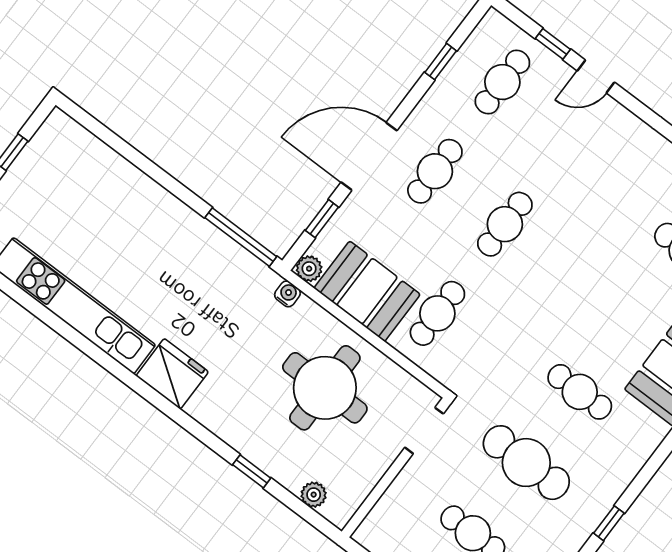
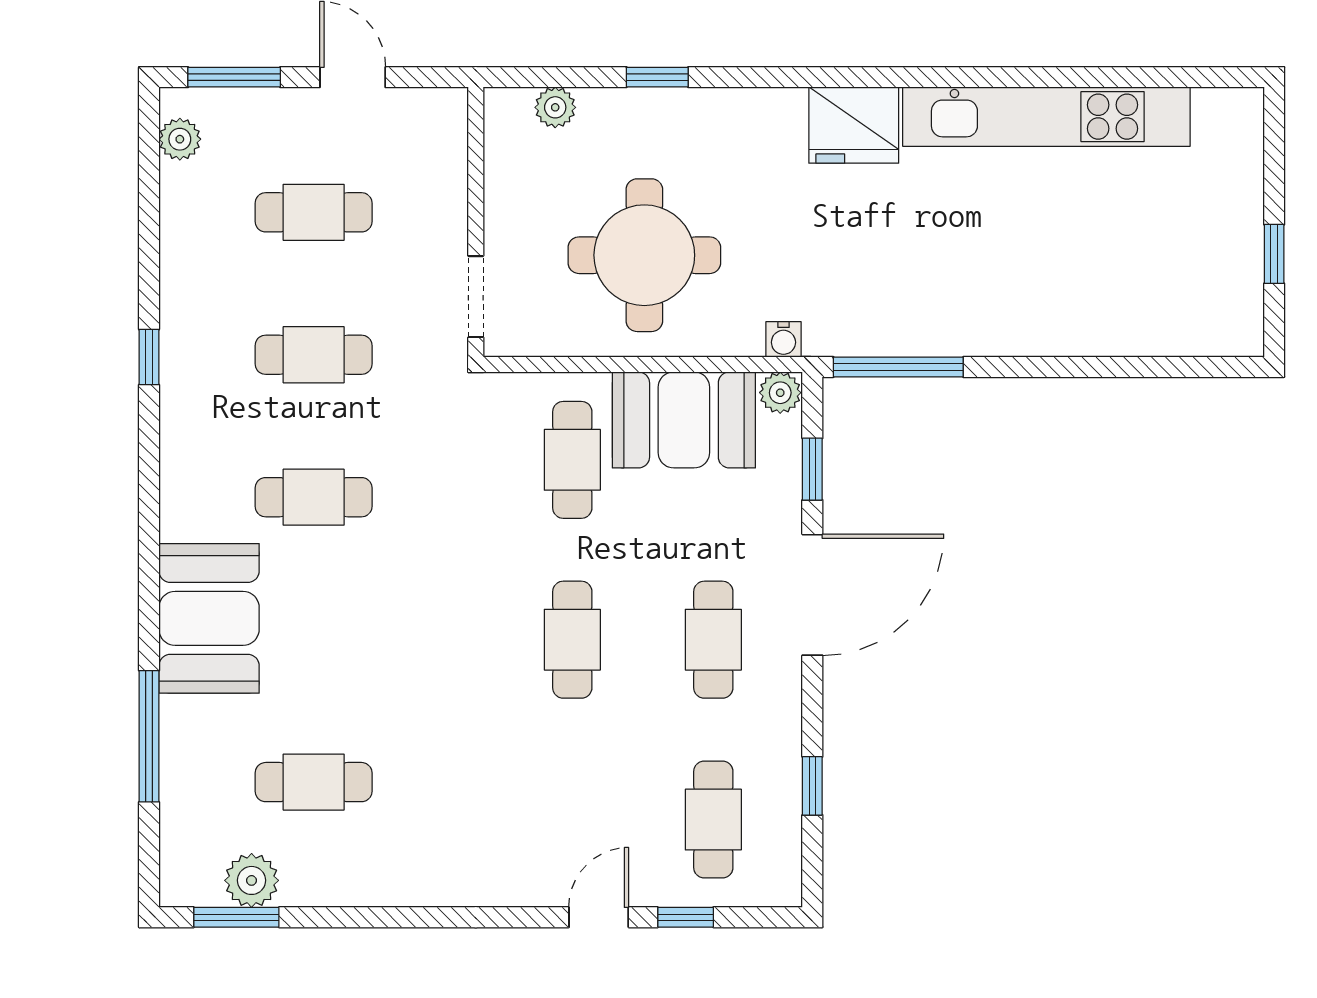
cafe table: (526, 463) -> (314, 355), width x0.73, depth x0.74

